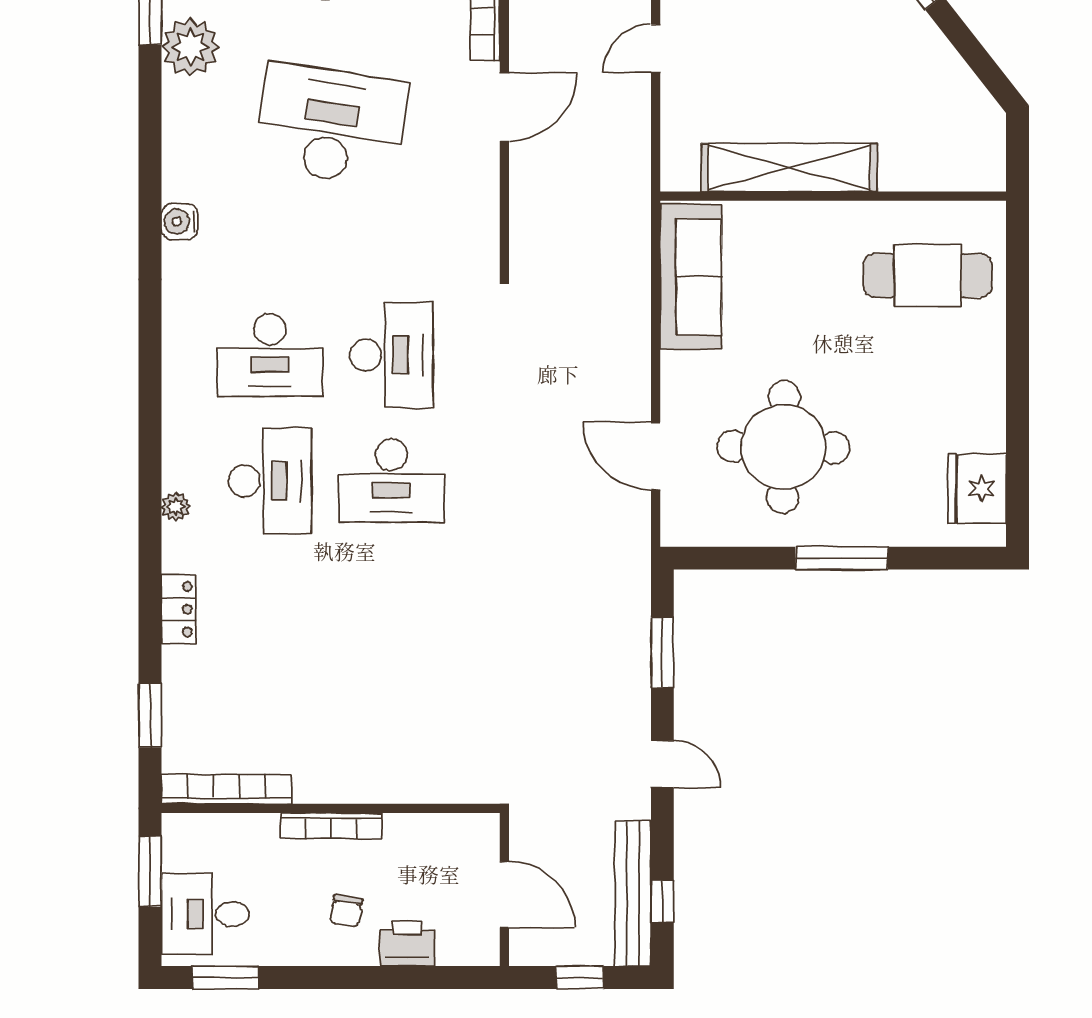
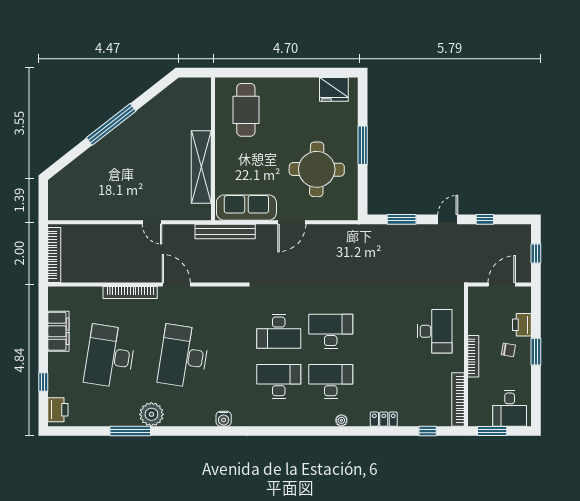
desk: (270, 355) -> (279, 381), turned -90
desk: (391, 355) -> (279, 331), turned 180
door: (656, 456) -> (292, 222), moved
desk: (391, 481) -> (331, 331), turned -90
window: (150, 715) -> (428, 431), width x0.67
desk: (391, 733) -> (435, 331), added
bench: (633, 894) -> (225, 231), moved
window: (662, 901) -> (485, 219), moved
window: (225, 978) -> (536, 352), moved

